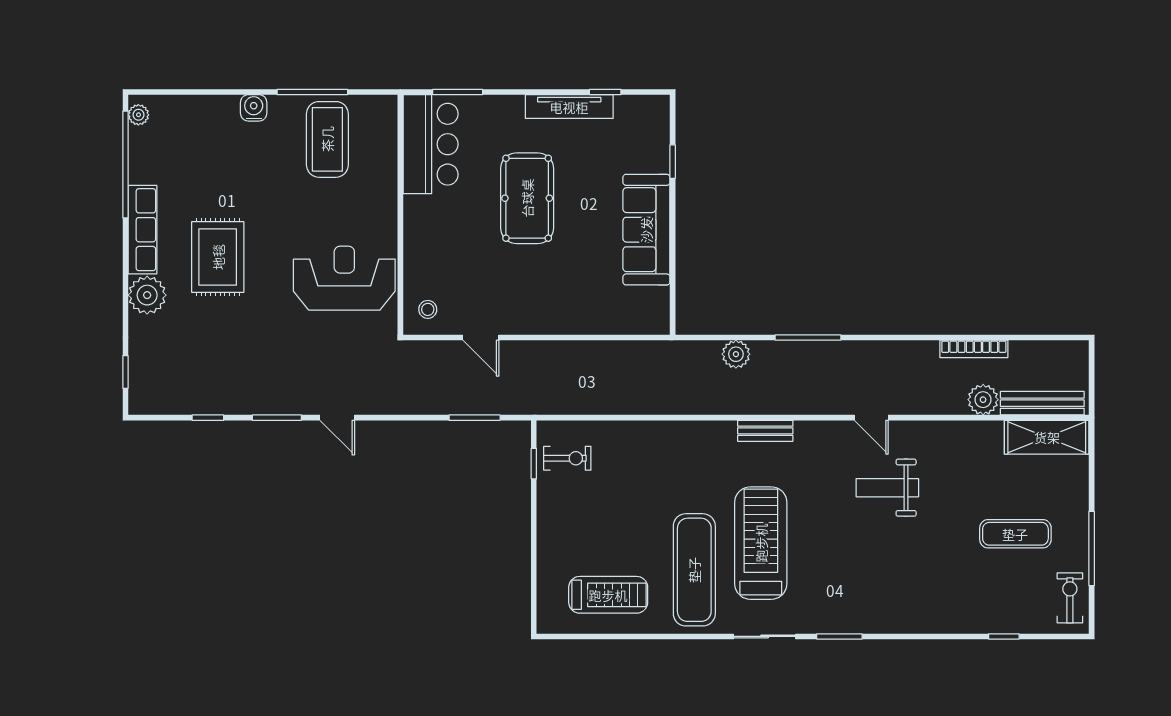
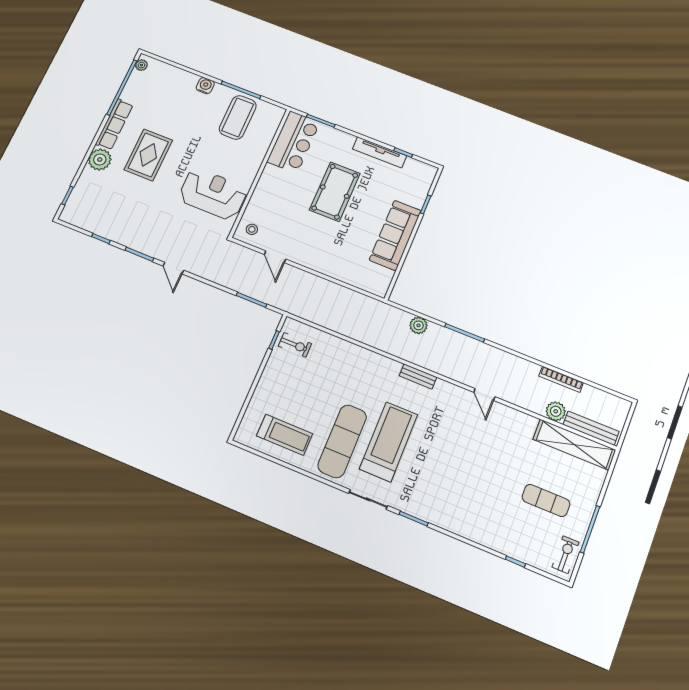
shelving: (1047, 437) -> (574, 445), width x1.47
weight bench: (887, 488) -> (478, 440), removed

